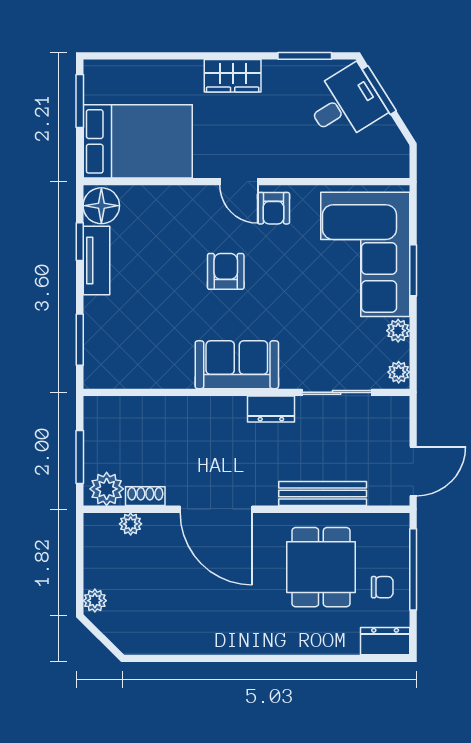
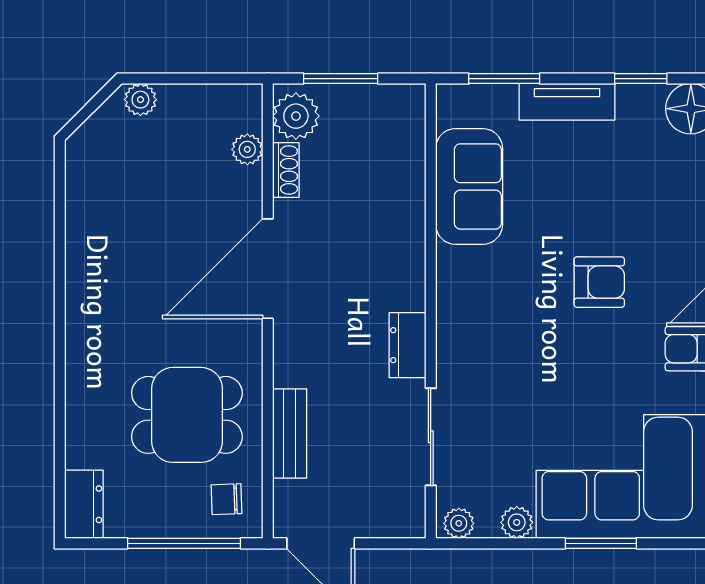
tv unit: (96, 261) -> (567, 102), moved
sofa: (237, 365) -> (469, 186), moved
bench: (323, 494) -> (290, 433), width x0.73
chair: (382, 587) -> (227, 499), moved, turned 88

